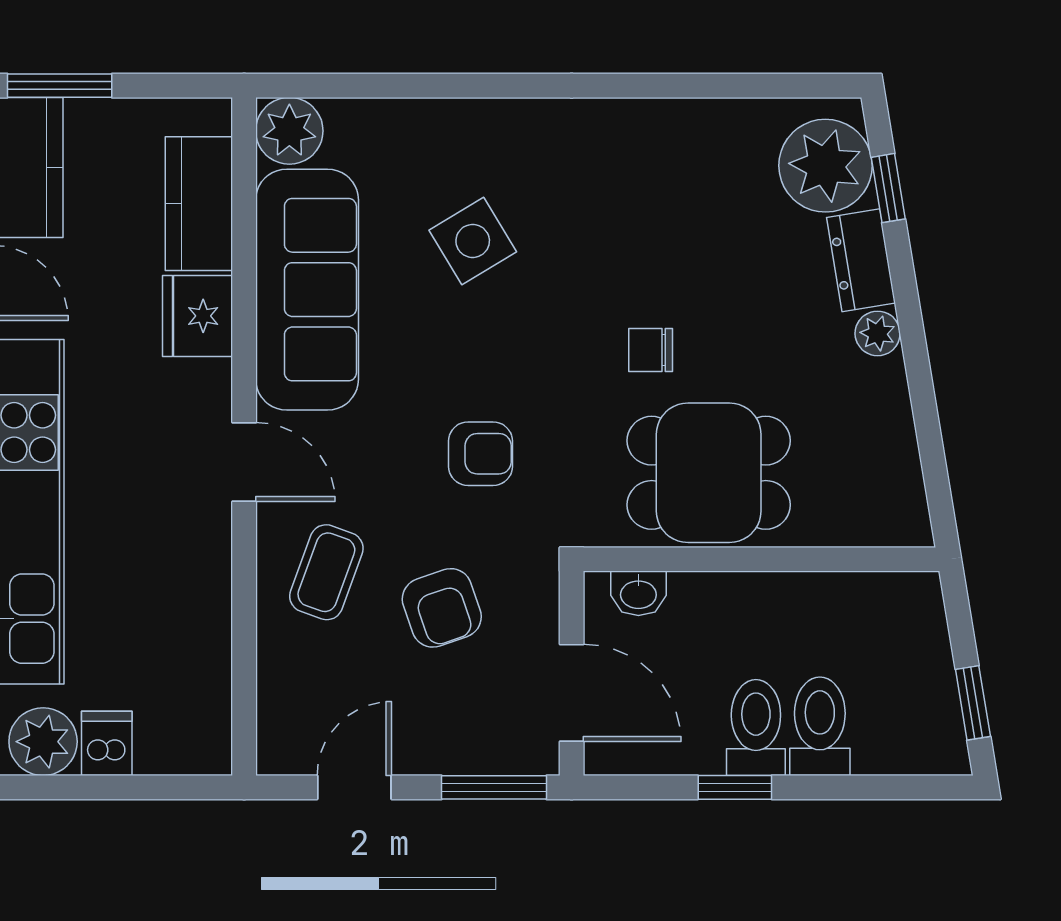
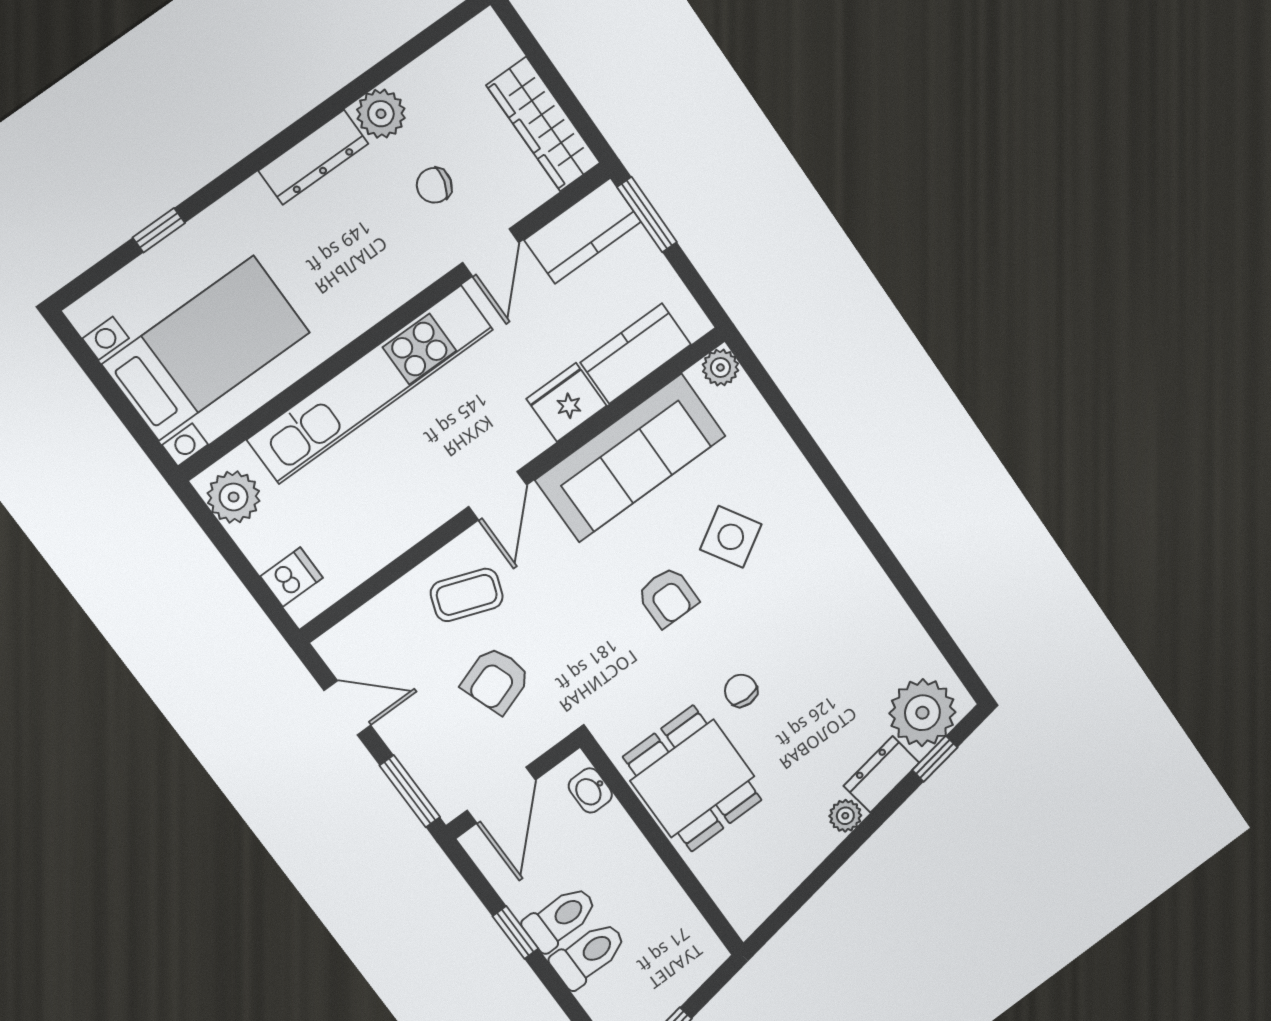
plant: (289, 131) -> (720, 368), width x0.73, depth x0.73
armchair: (481, 454) -> (668, 597), moved
dishwasher: (107, 743) -> (292, 577), moved

